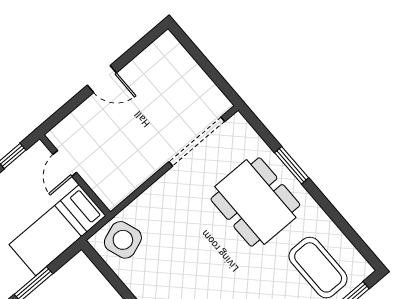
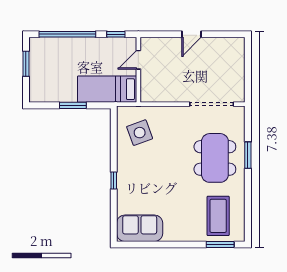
door: (102, 79) -> (192, 34), hinge flipped
side table: (123, 240) -> (140, 133), moved

